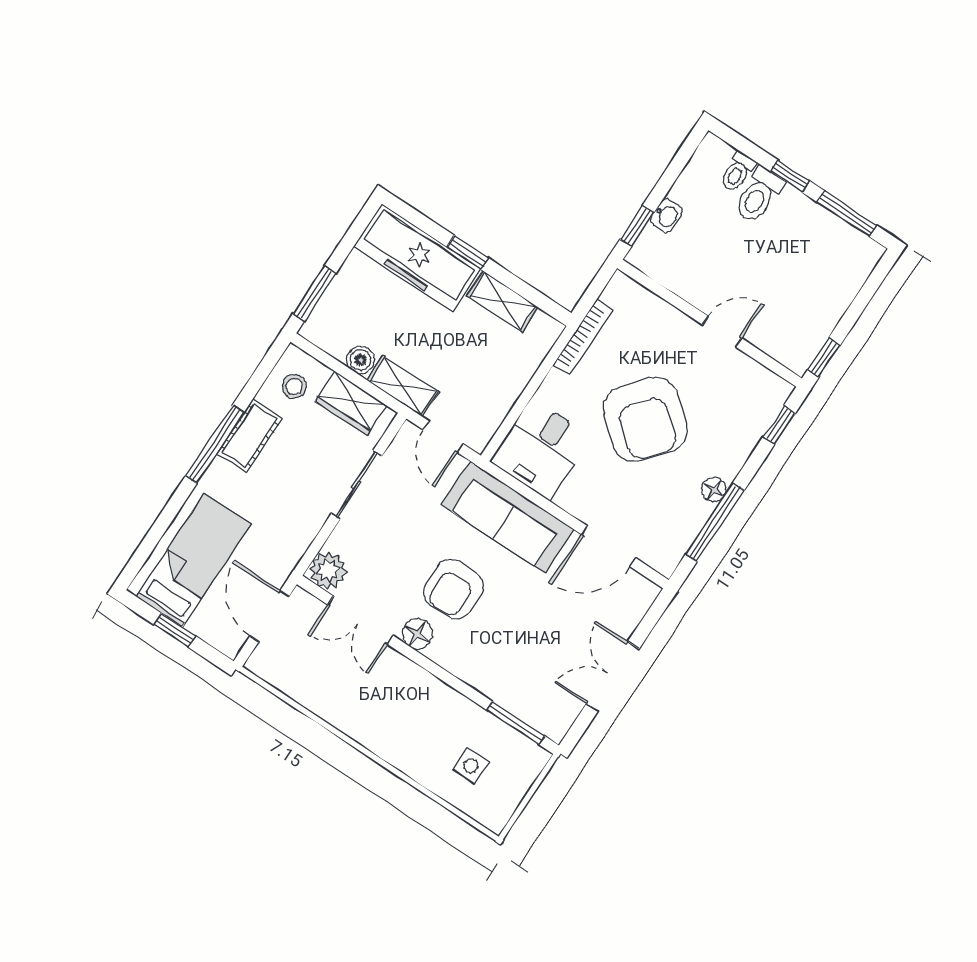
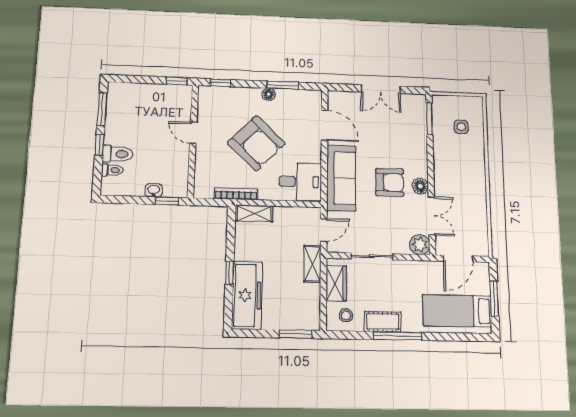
shelving: (503, 301) -> (254, 213), moved, turned 90
boiler: (361, 360) -> (313, 291), removed
armchair: (645, 420) -> (256, 143), turned 94
window: (715, 522) -> (283, 85), width x0.69
window: (175, 630) -> (494, 299), width x1.50

